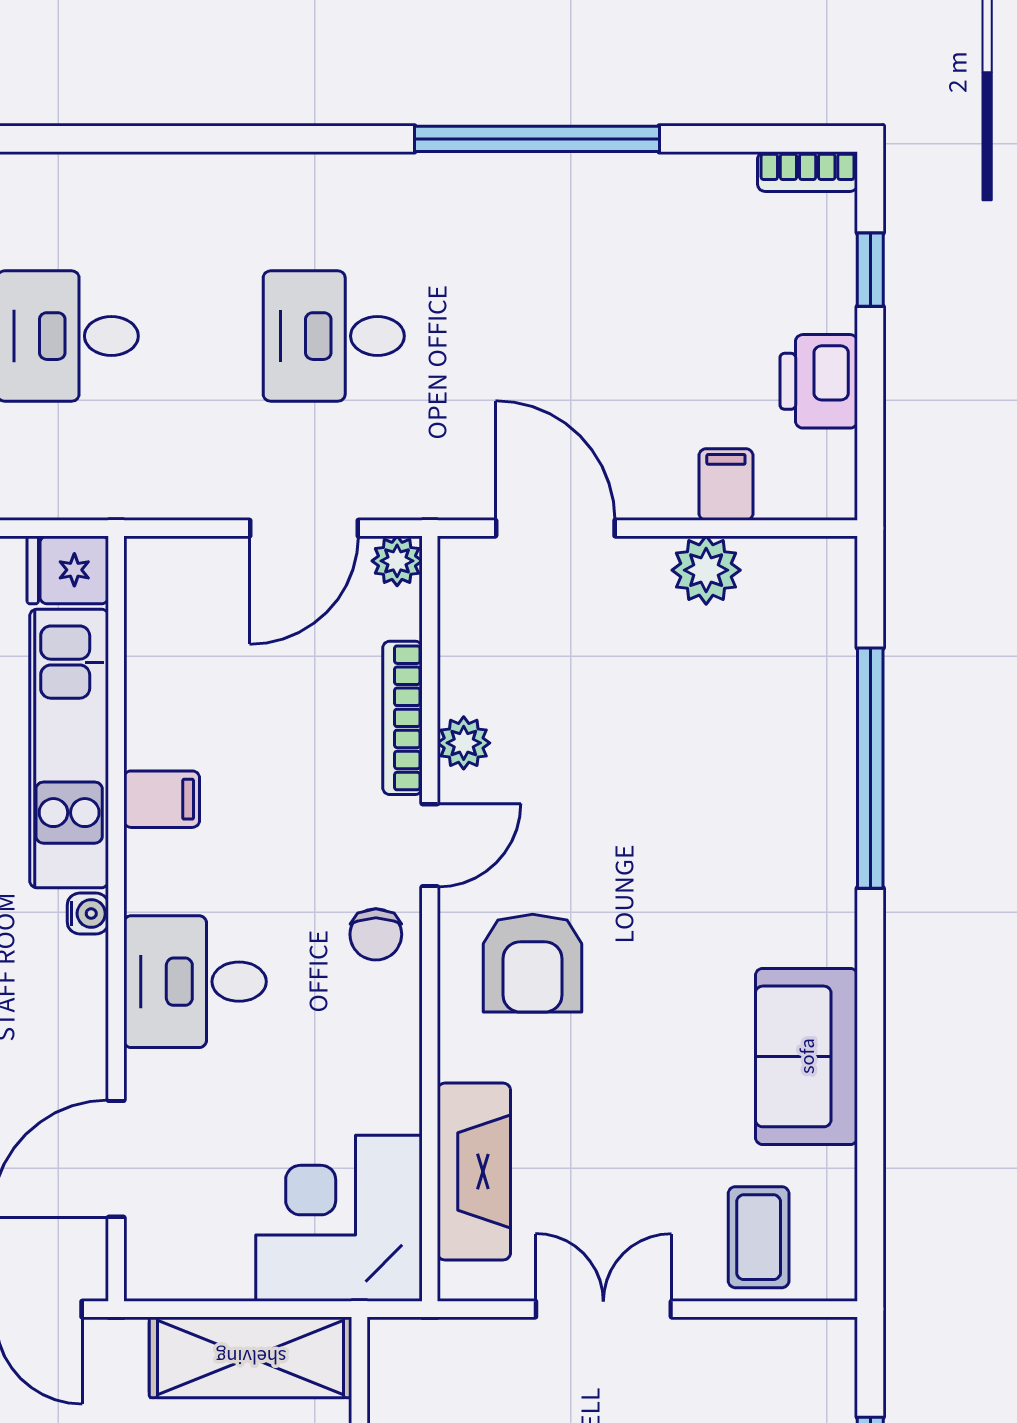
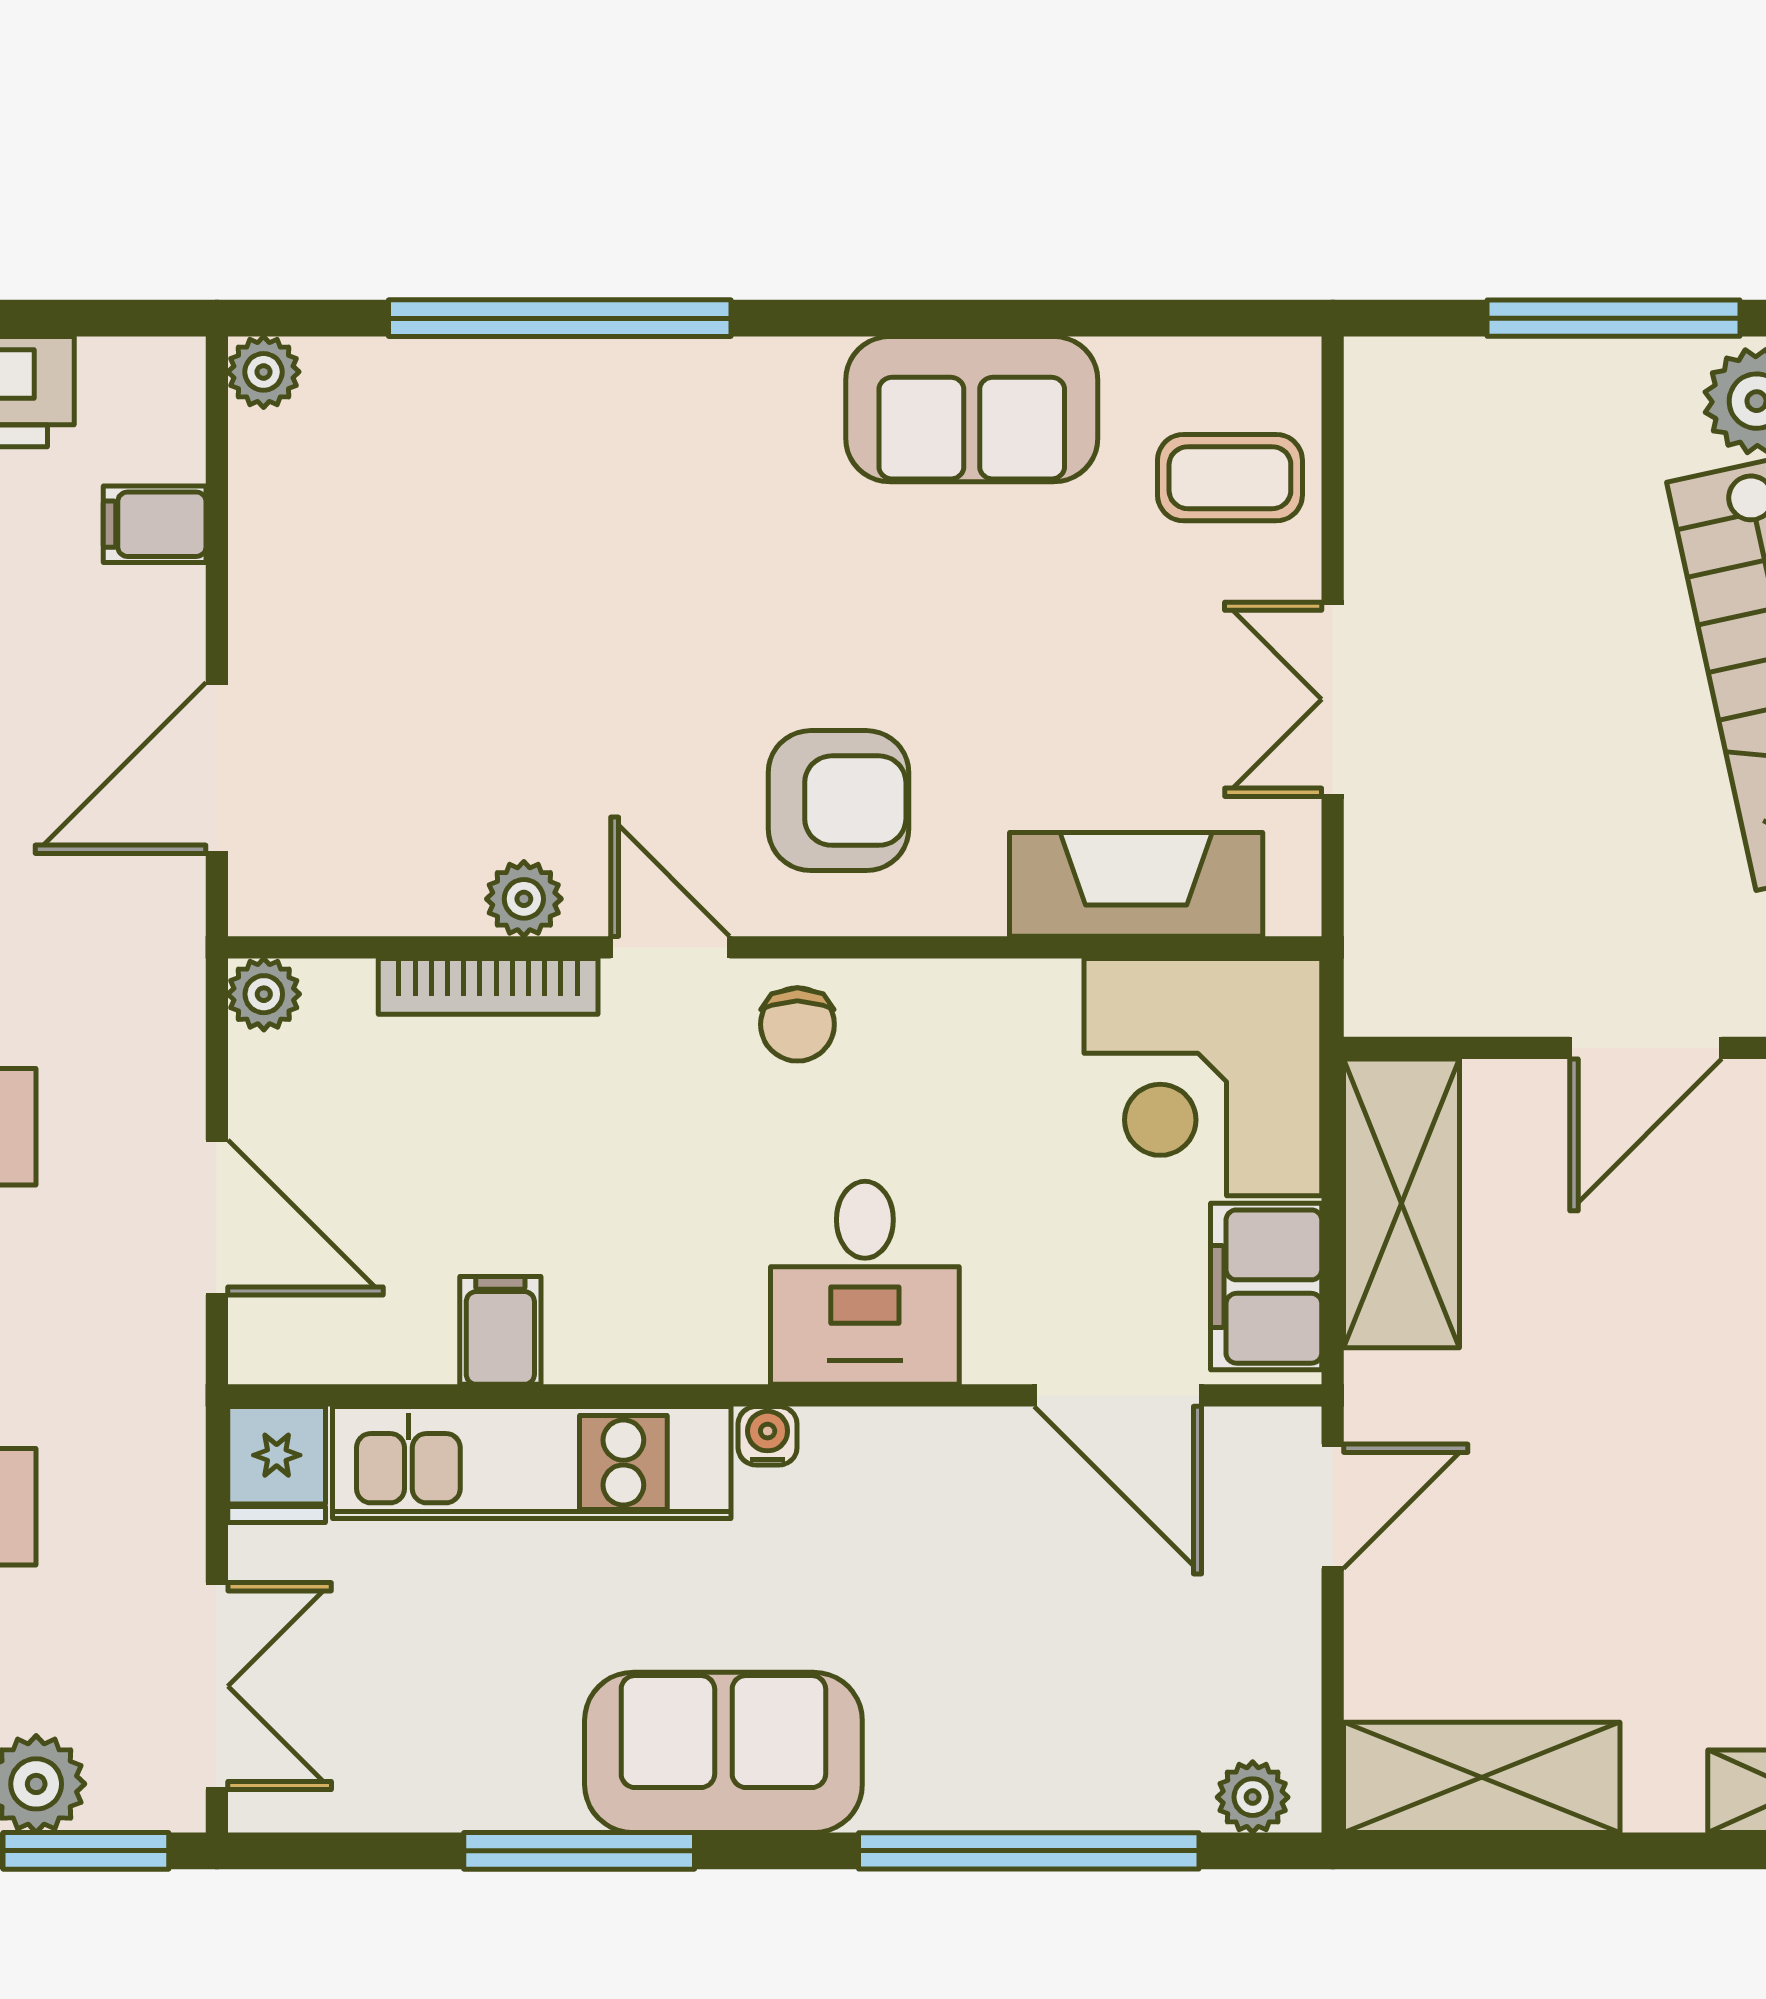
door: (304, 528) -> (217, 1218), moved
plant: (706, 570) -> (264, 372), moved, width x0.73, depth x0.73
filing cabinet: (162, 799) -> (500, 1330), moved
chair: (376, 934) -> (797, 1024), turned 90
filing cabinet: (192, 1263) -> (1266, 1287), added

